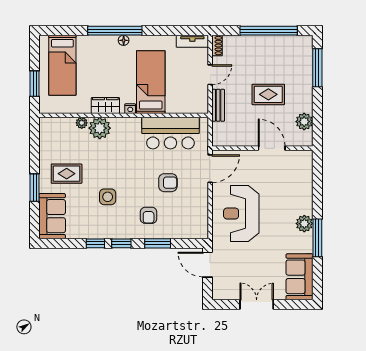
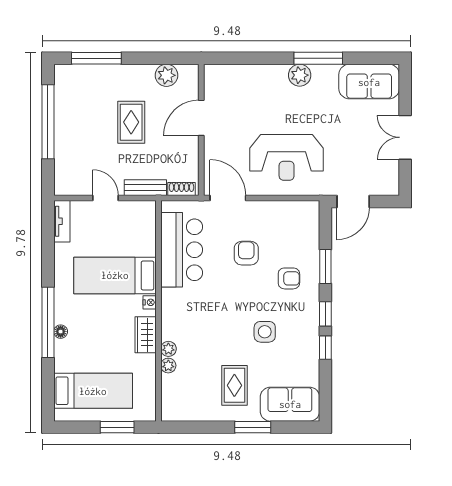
floor lamp: (124, 40) -> (61, 332), moved
shoe rack: (217, 46) -> (181, 189), moved
plant: (100, 128) -> (168, 349), width x0.53, depth x0.53

